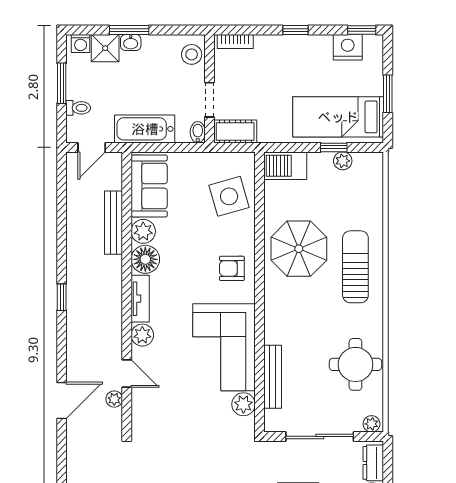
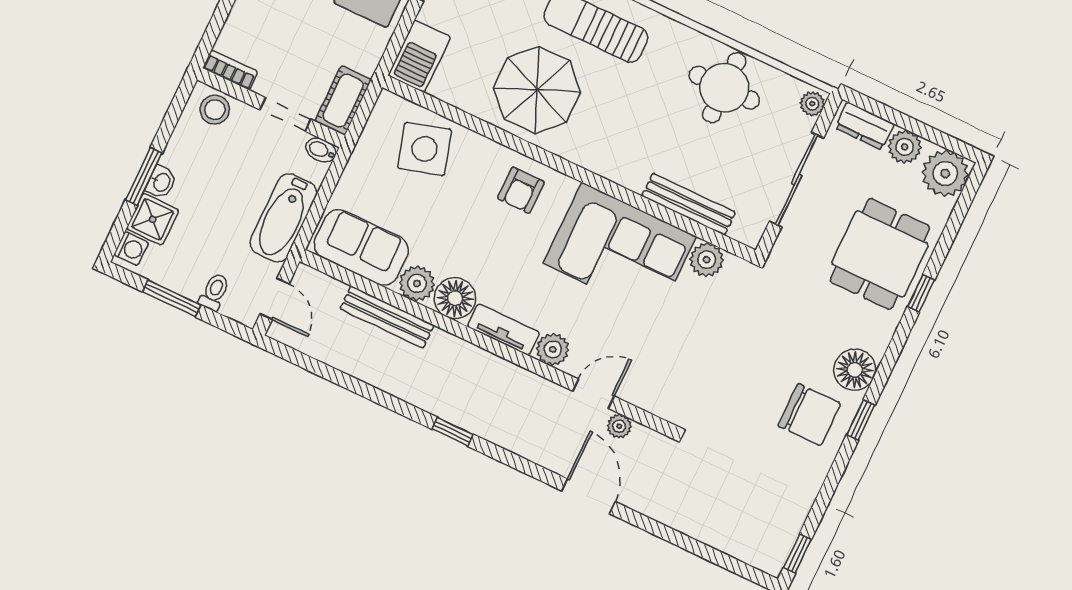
bookcase: (235, 42) -> (230, 70), moved, turned -90

